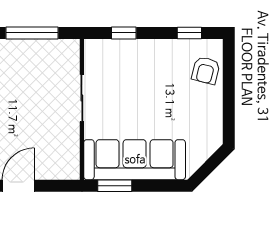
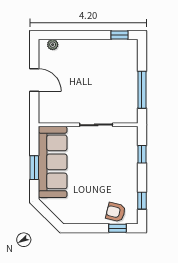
window: (229, 68) -> (117, 228), added
window: (115, 186) -> (34, 168), moved

